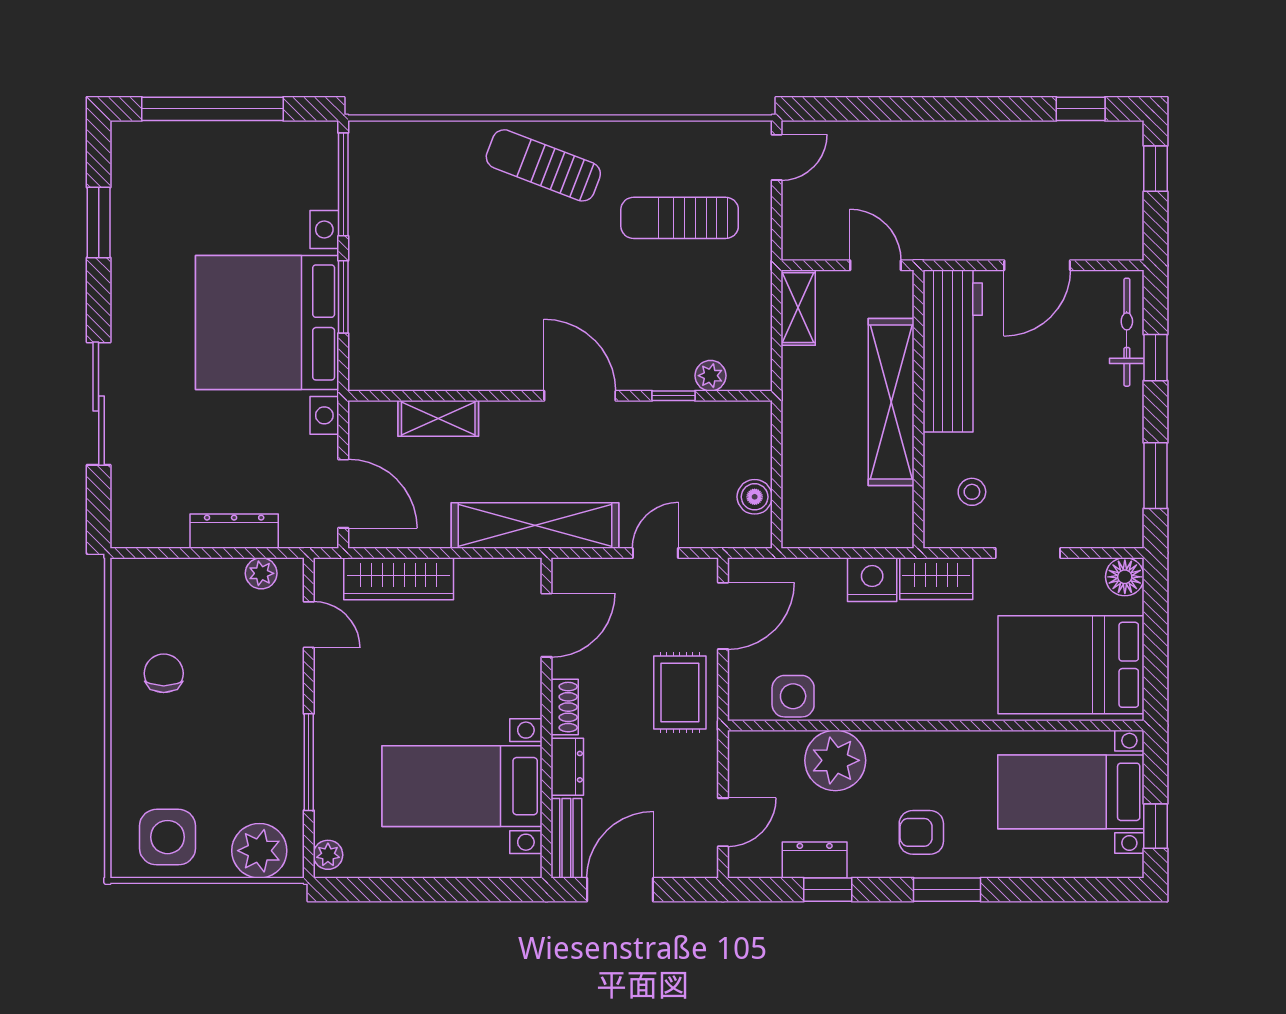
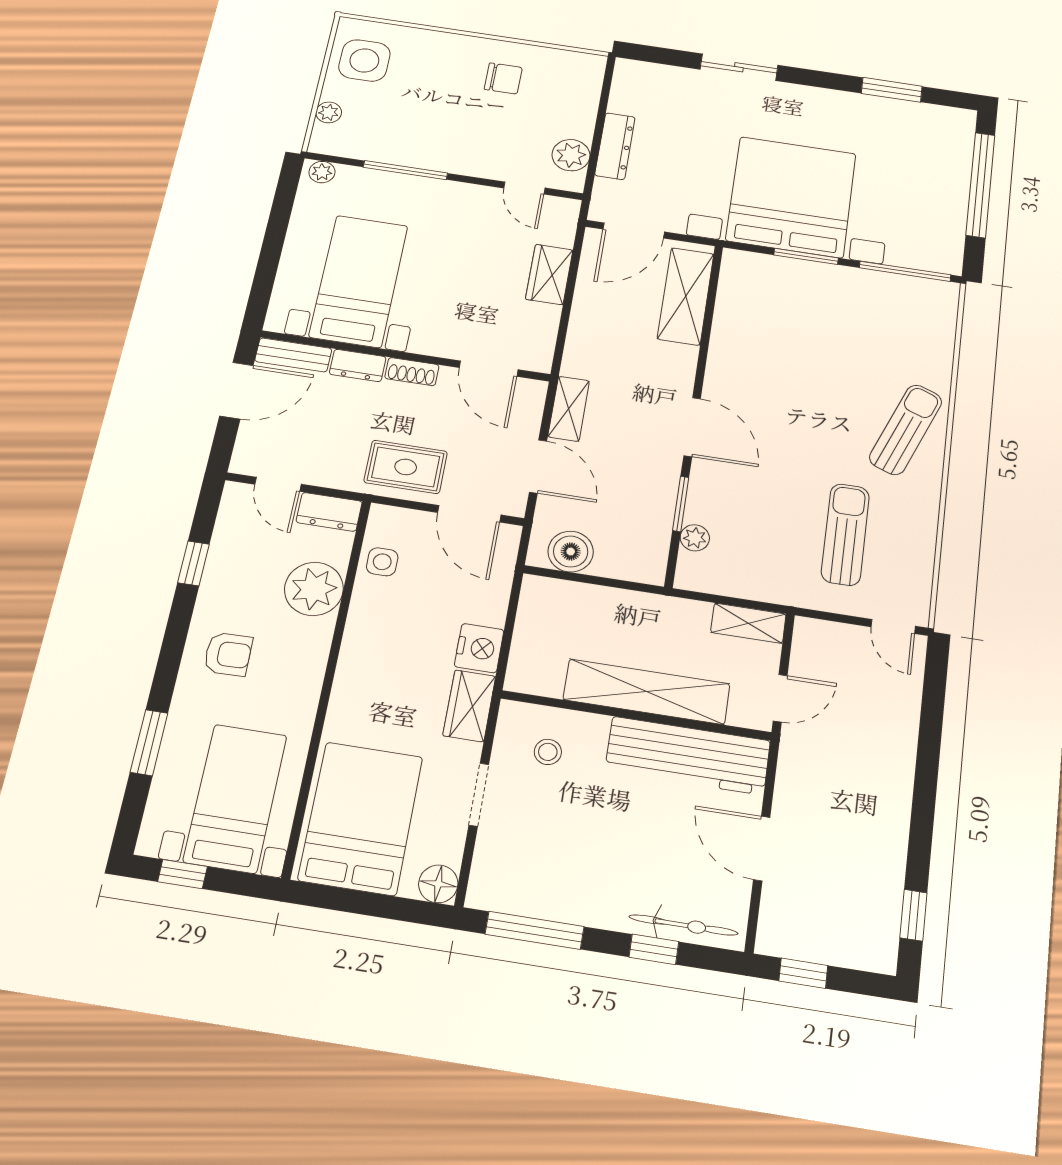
window: (1156, 169) -> (803, 973), moved
door: (580, 396) -> (692, 427), hinge flipped
window: (674, 396) -> (681, 504), width x1.50
sliding door: (99, 404) -> (739, 67), width x0.73
shelving: (438, 418) -> (686, 296), width x1.50, depth x1.33
window: (1156, 476) -> (535, 930), width x1.44
boiler: (755, 497) -> (571, 552), width x1.36, depth x1.36
shelving: (535, 526) -> (569, 409), width x0.45, depth x0.75
door: (655, 553) -> (538, 466), width x1.37
plant: (261, 573) -> (571, 155), width x1.38, depth x1.38
wardrobe: (399, 579) -> (549, 274), width x0.67
door: (309, 625) -> (524, 188), hinge flipped
side table: (793, 696) -> (382, 562), width x0.73, depth x0.73
armchair: (921, 832) -> (228, 654), turned 89
plant: (259, 851) -> (329, 112), width x0.53, depth x0.53
dresser: (815, 860) -> (329, 512), moved, turned 90
door: (620, 890) -> (236, 391), hinge flipped
window: (947, 890) -> (149, 743), moved

